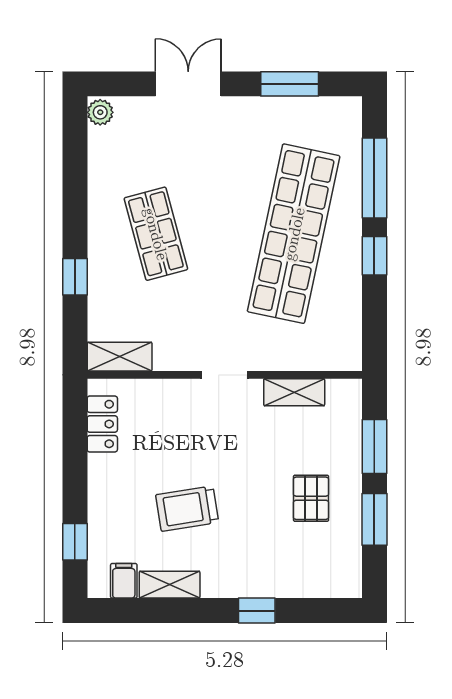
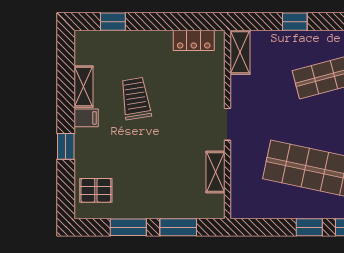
pallet: (311, 498) -> (96, 190), moved
filing cabinet: (124, 581) -> (86, 118), moved

